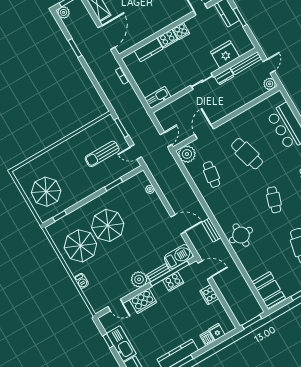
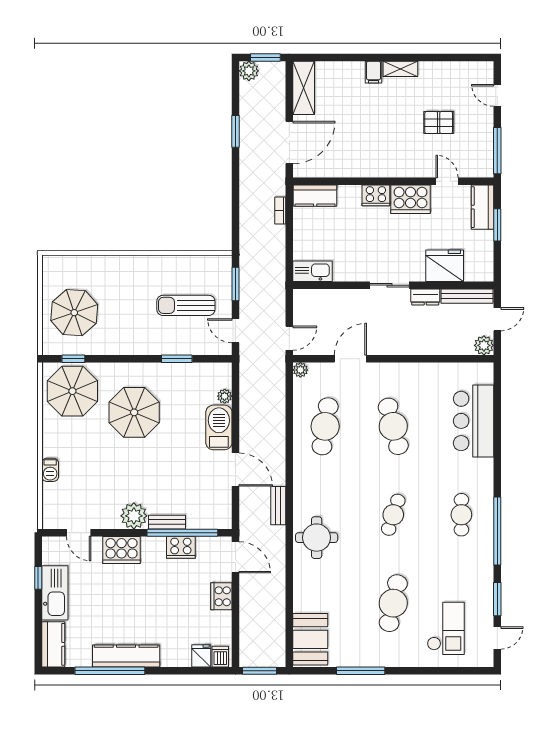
cooker: (181, 31) -> (411, 199), width x1.87, depth x1.31
kitchen counter: (149, 50) -> (315, 196), moved
plant: (187, 154) -> (300, 370), width x0.53, depth x0.53
cafe table: (212, 174) -> (325, 426), width x1.37, depth x1.35
parasol: (80, 246) -> (72, 391), moved
barbecue: (179, 257) -> (219, 427), moved, turned -90
dishwasher: (207, 338) -> (220, 657), moved

